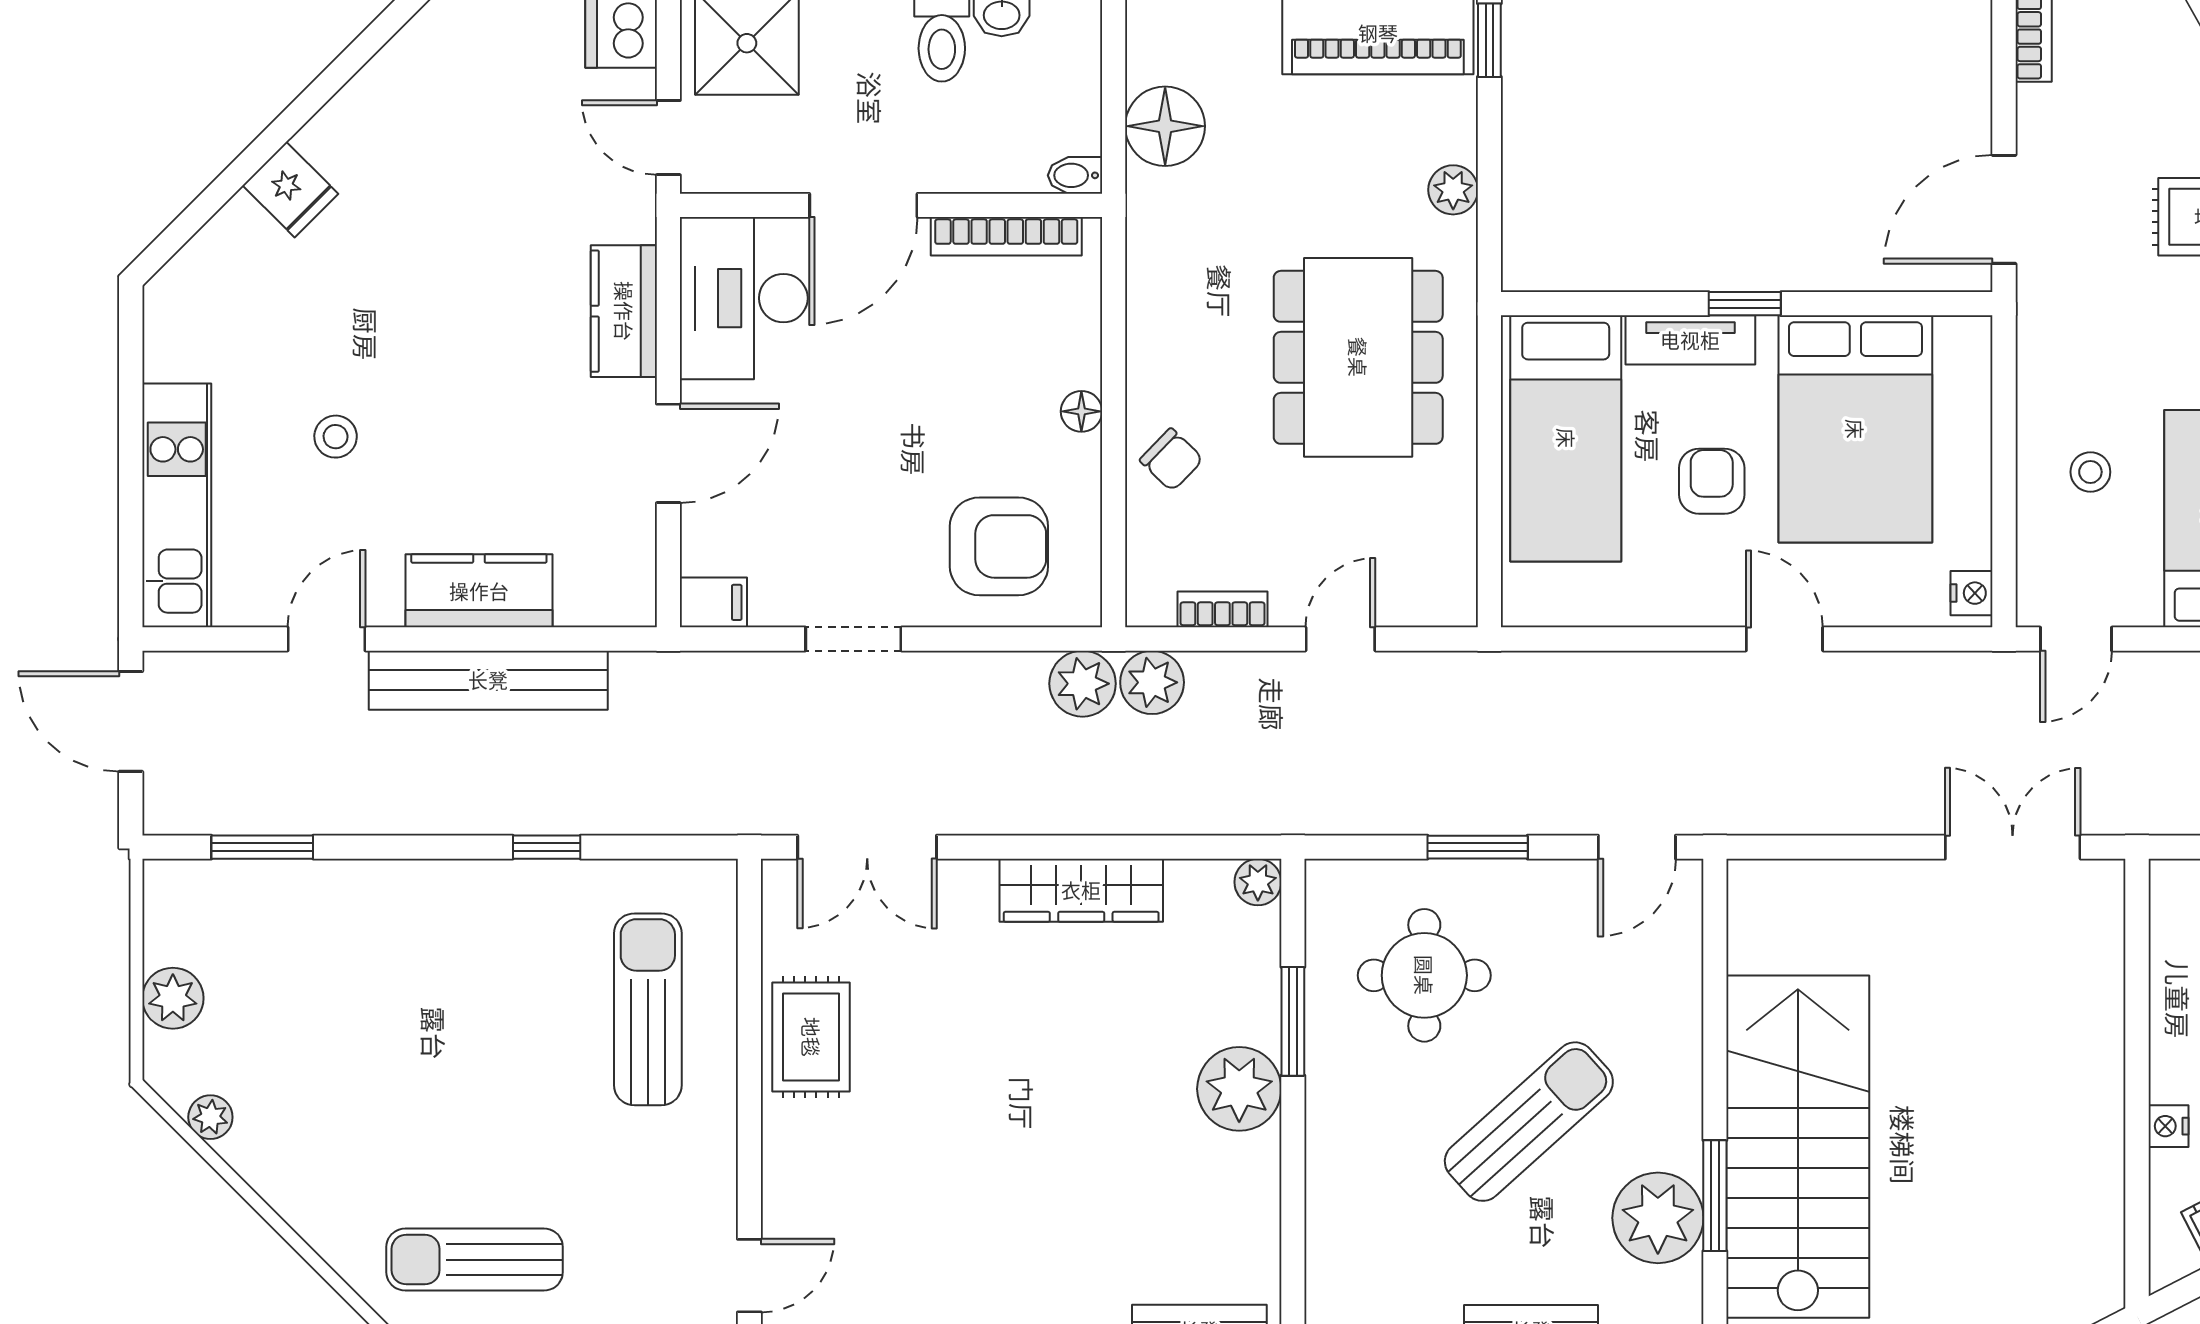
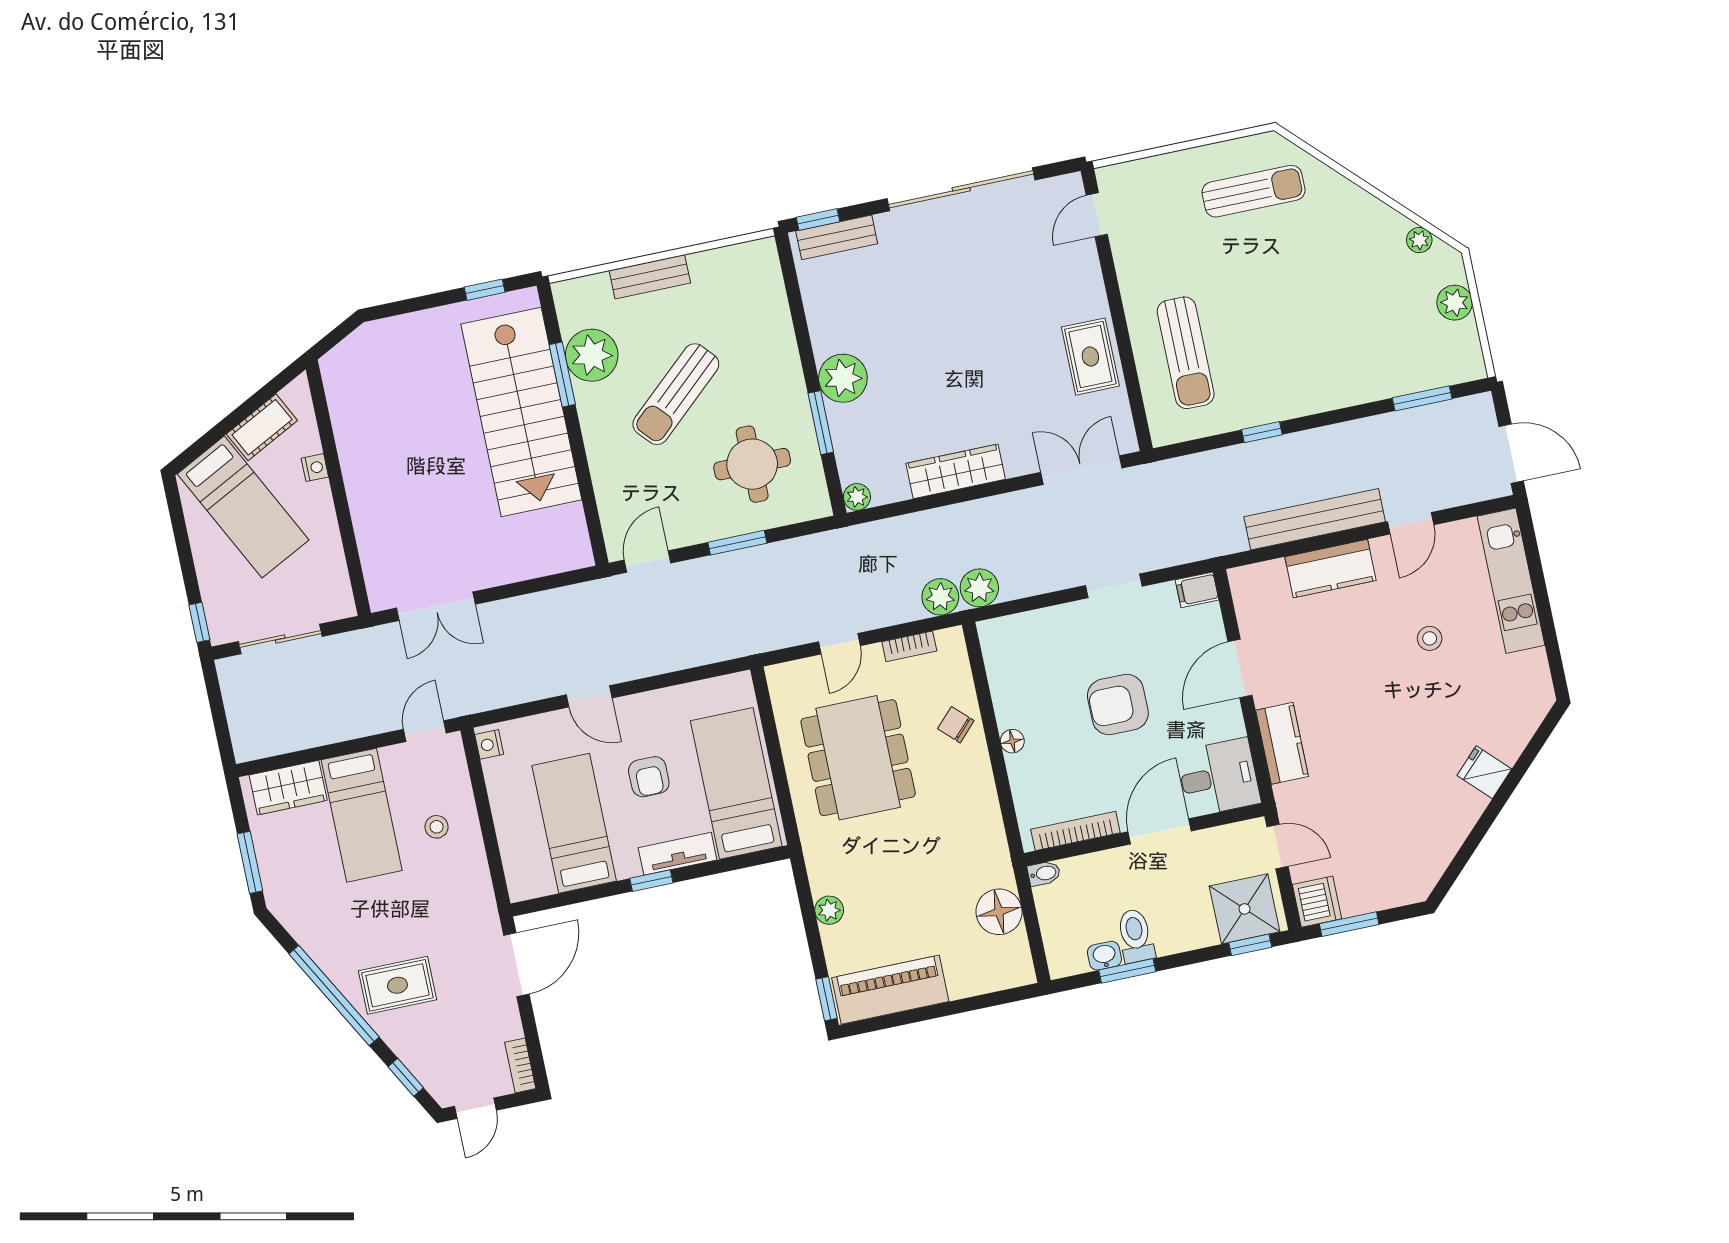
desk: (744, 298) -> (1219, 777), width x0.73
dining table: (1358, 357) -> (858, 758), moved
bed: (1855, 429) -> (574, 823), width x0.67
armchair: (999, 546) -> (1118, 704), moved

